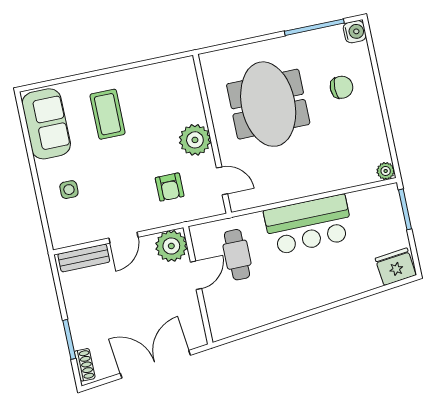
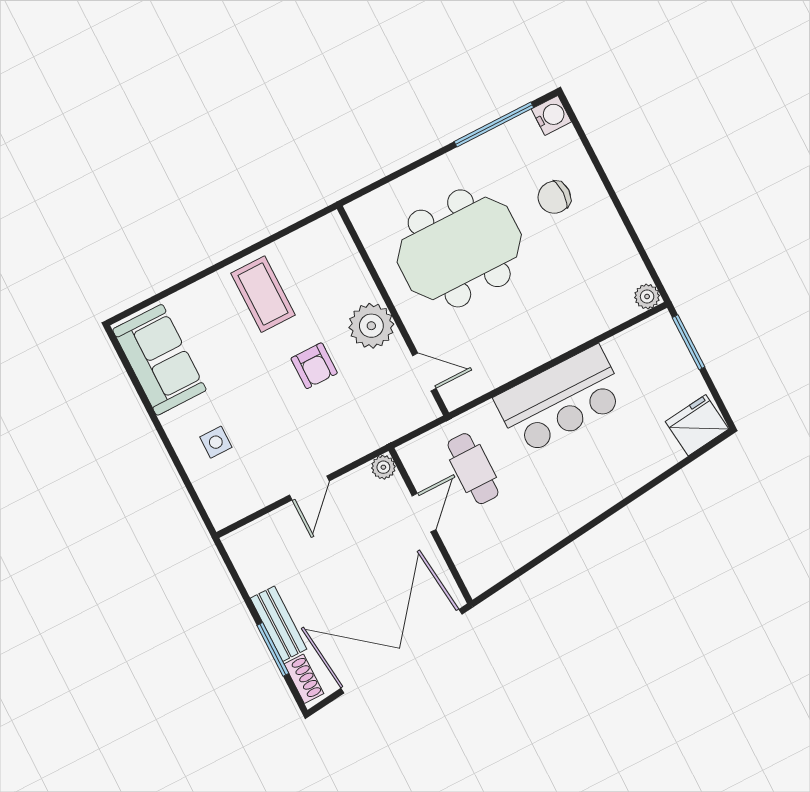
chair: (342, 87) -> (554, 197), turned 180
meeting table: (268, 104) -> (459, 248), turned 90
coffee table: (108, 114) -> (263, 294), moved
armchair: (170, 187) -> (314, 366), moved
plant: (171, 246) -> (383, 467), width x0.53, depth x0.53
bench: (84, 258) -> (279, 624), moved, turned 90
double door: (155, 364) -> (401, 651), width x1.36

